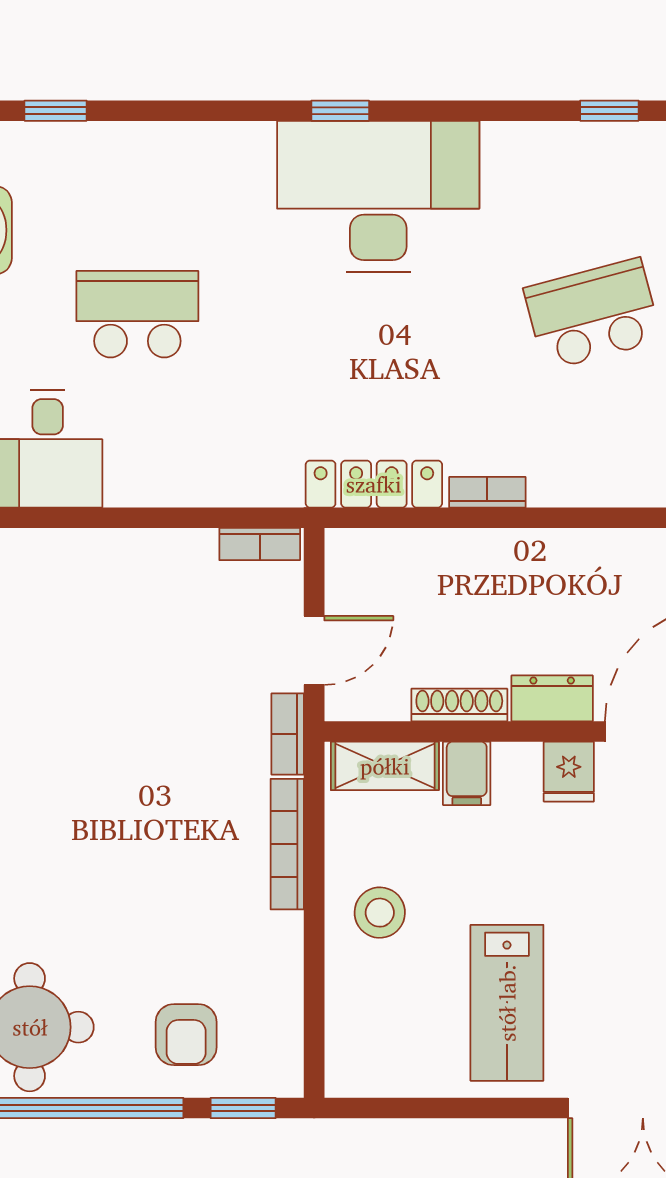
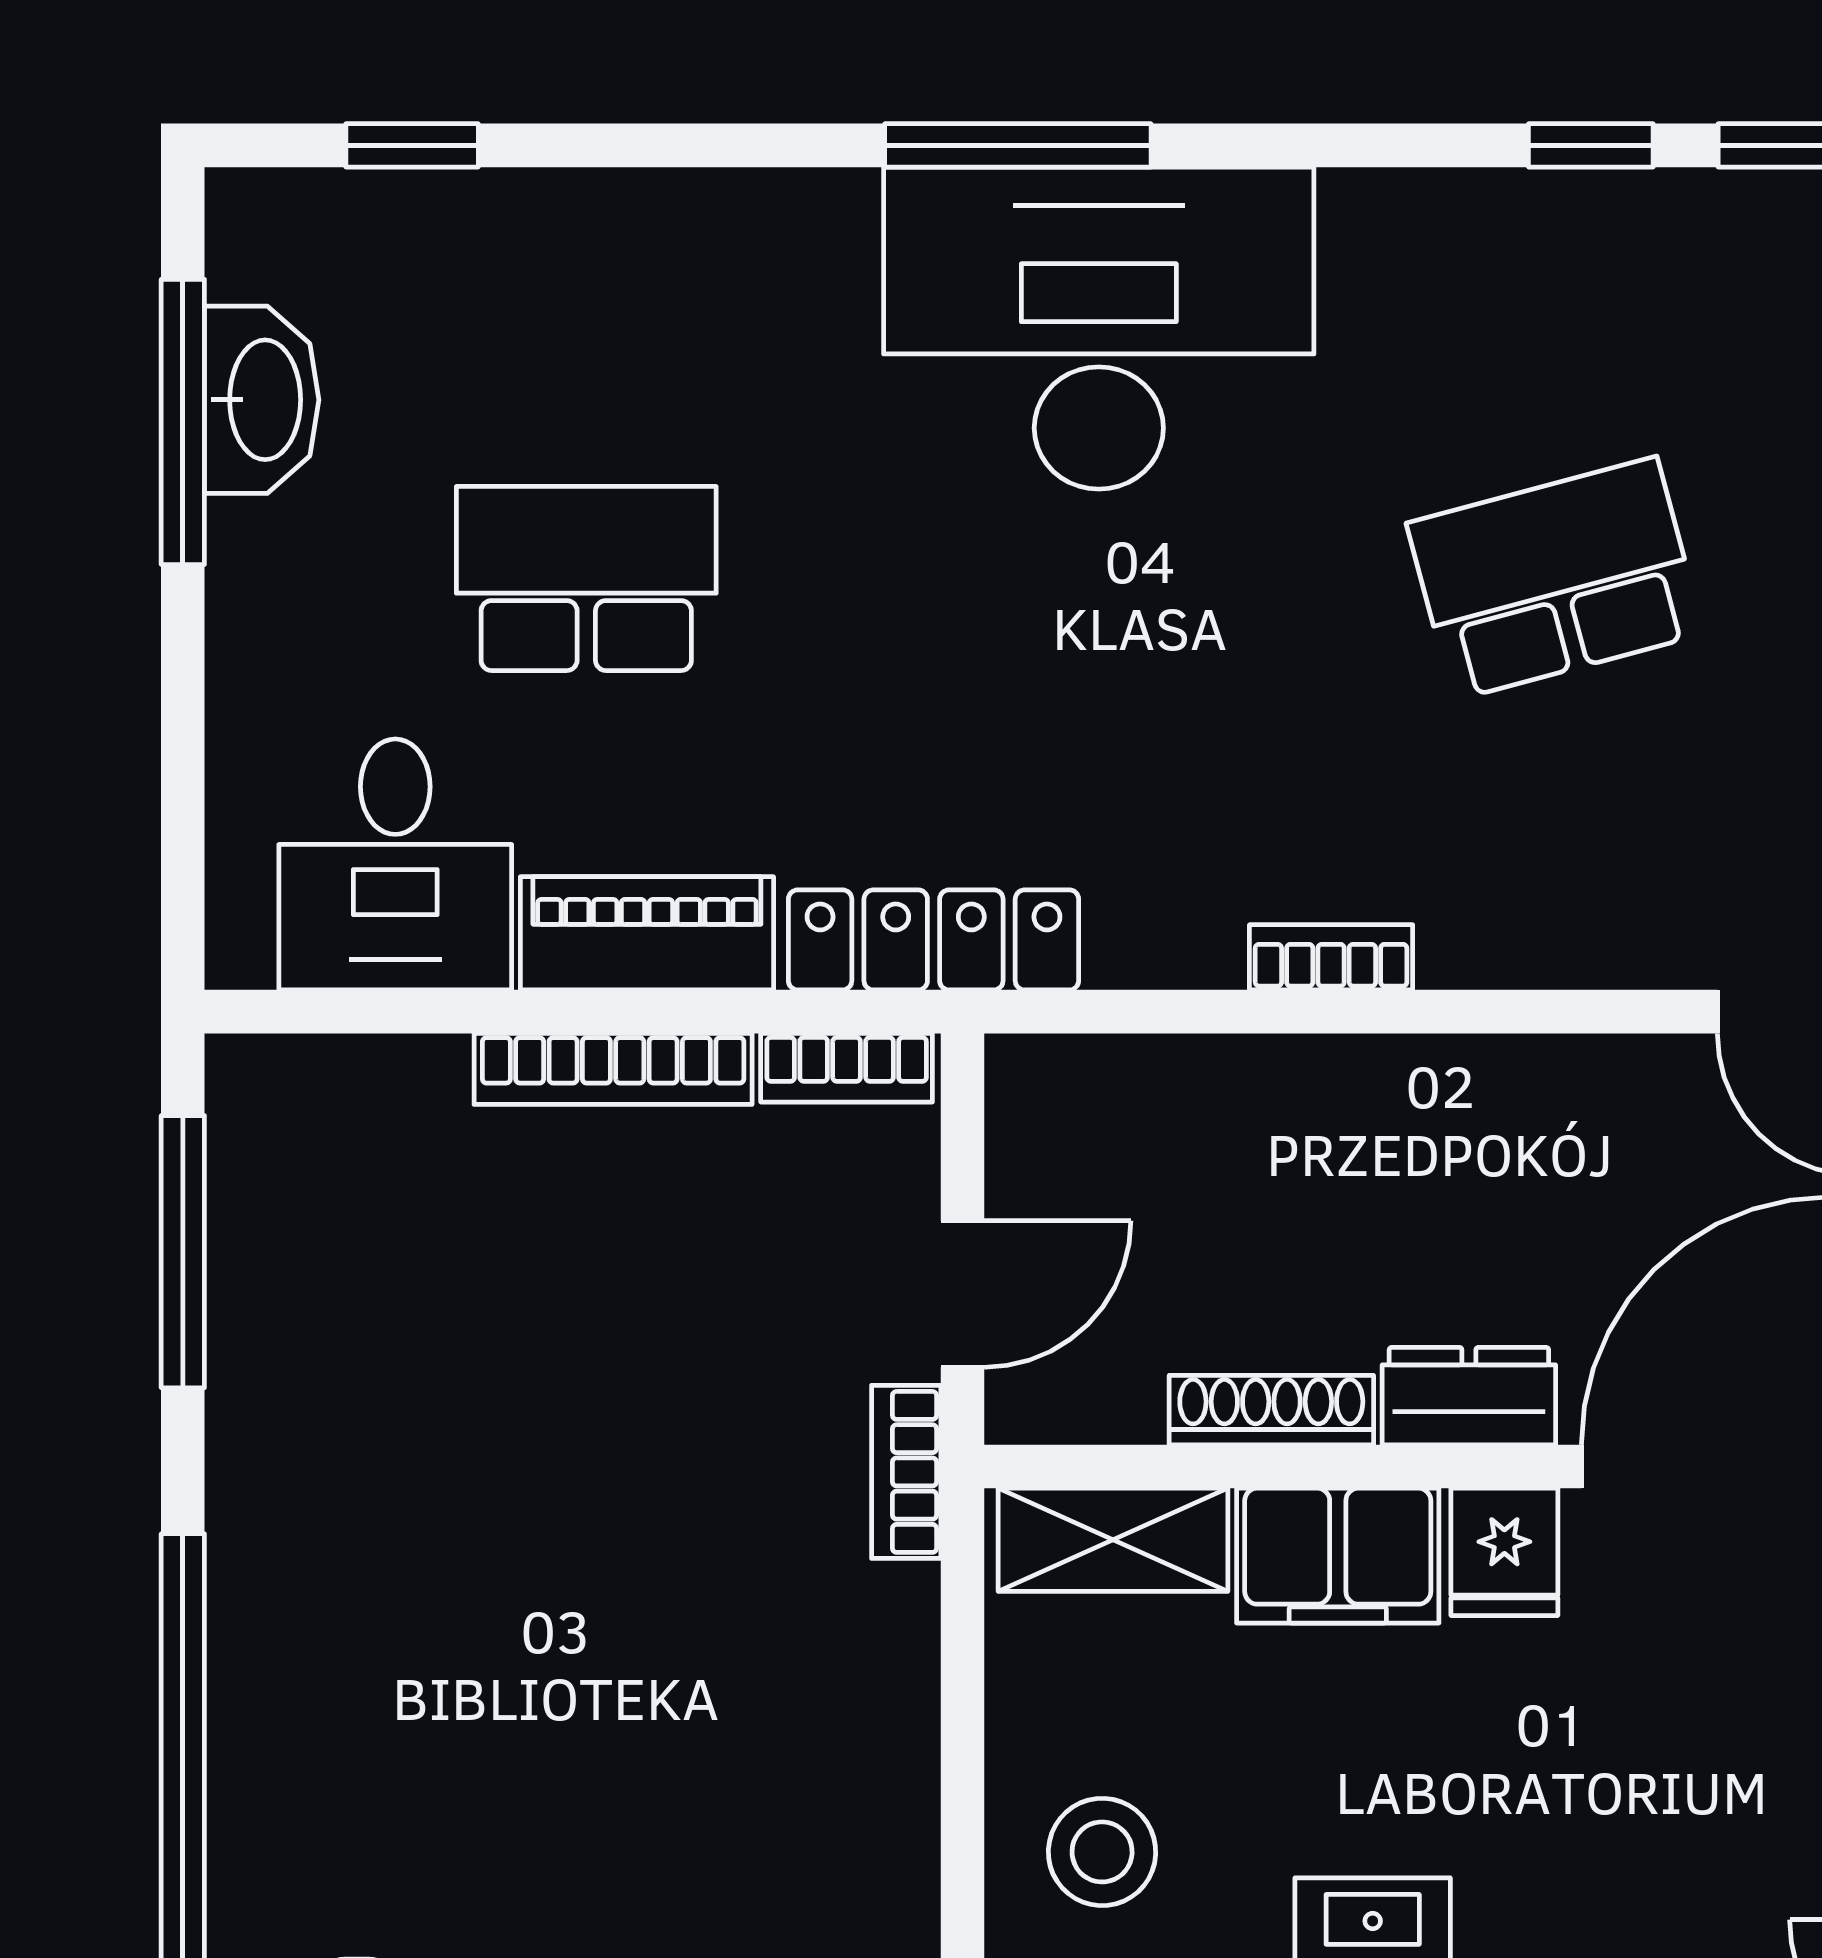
window: (340, 111) -> (1018, 145), width x2.17
piano: (166, 481) -> (647, 933), added
locker: (374, 484) -> (934, 940), moved
filing cabinet: (467, 773) -> (1338, 1556), width x2.00
bookcase: (287, 844) -> (613, 1069), moved, turned -90

